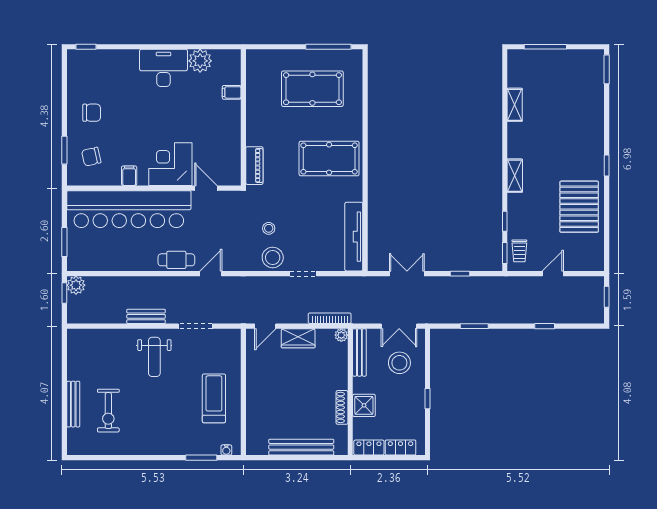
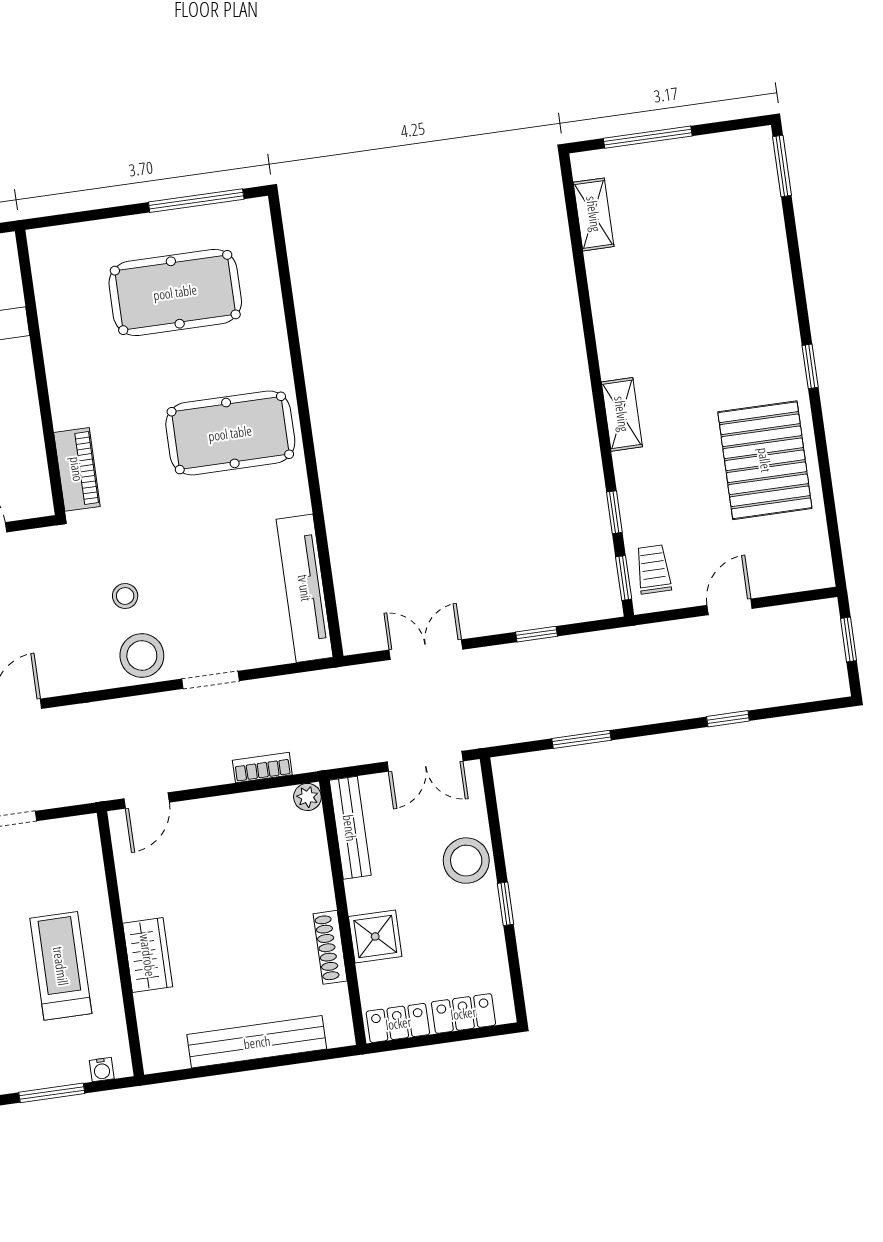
shelving: (515, 105) -> (594, 214), moved
trolley: (519, 251) -> (653, 569), turned 180
bookcase: (330, 318) -> (262, 767), width x0.64
wardrobe: (298, 338) -> (148, 955), moved, turned -90
stool: (399, 363) -> (466, 861), moved

